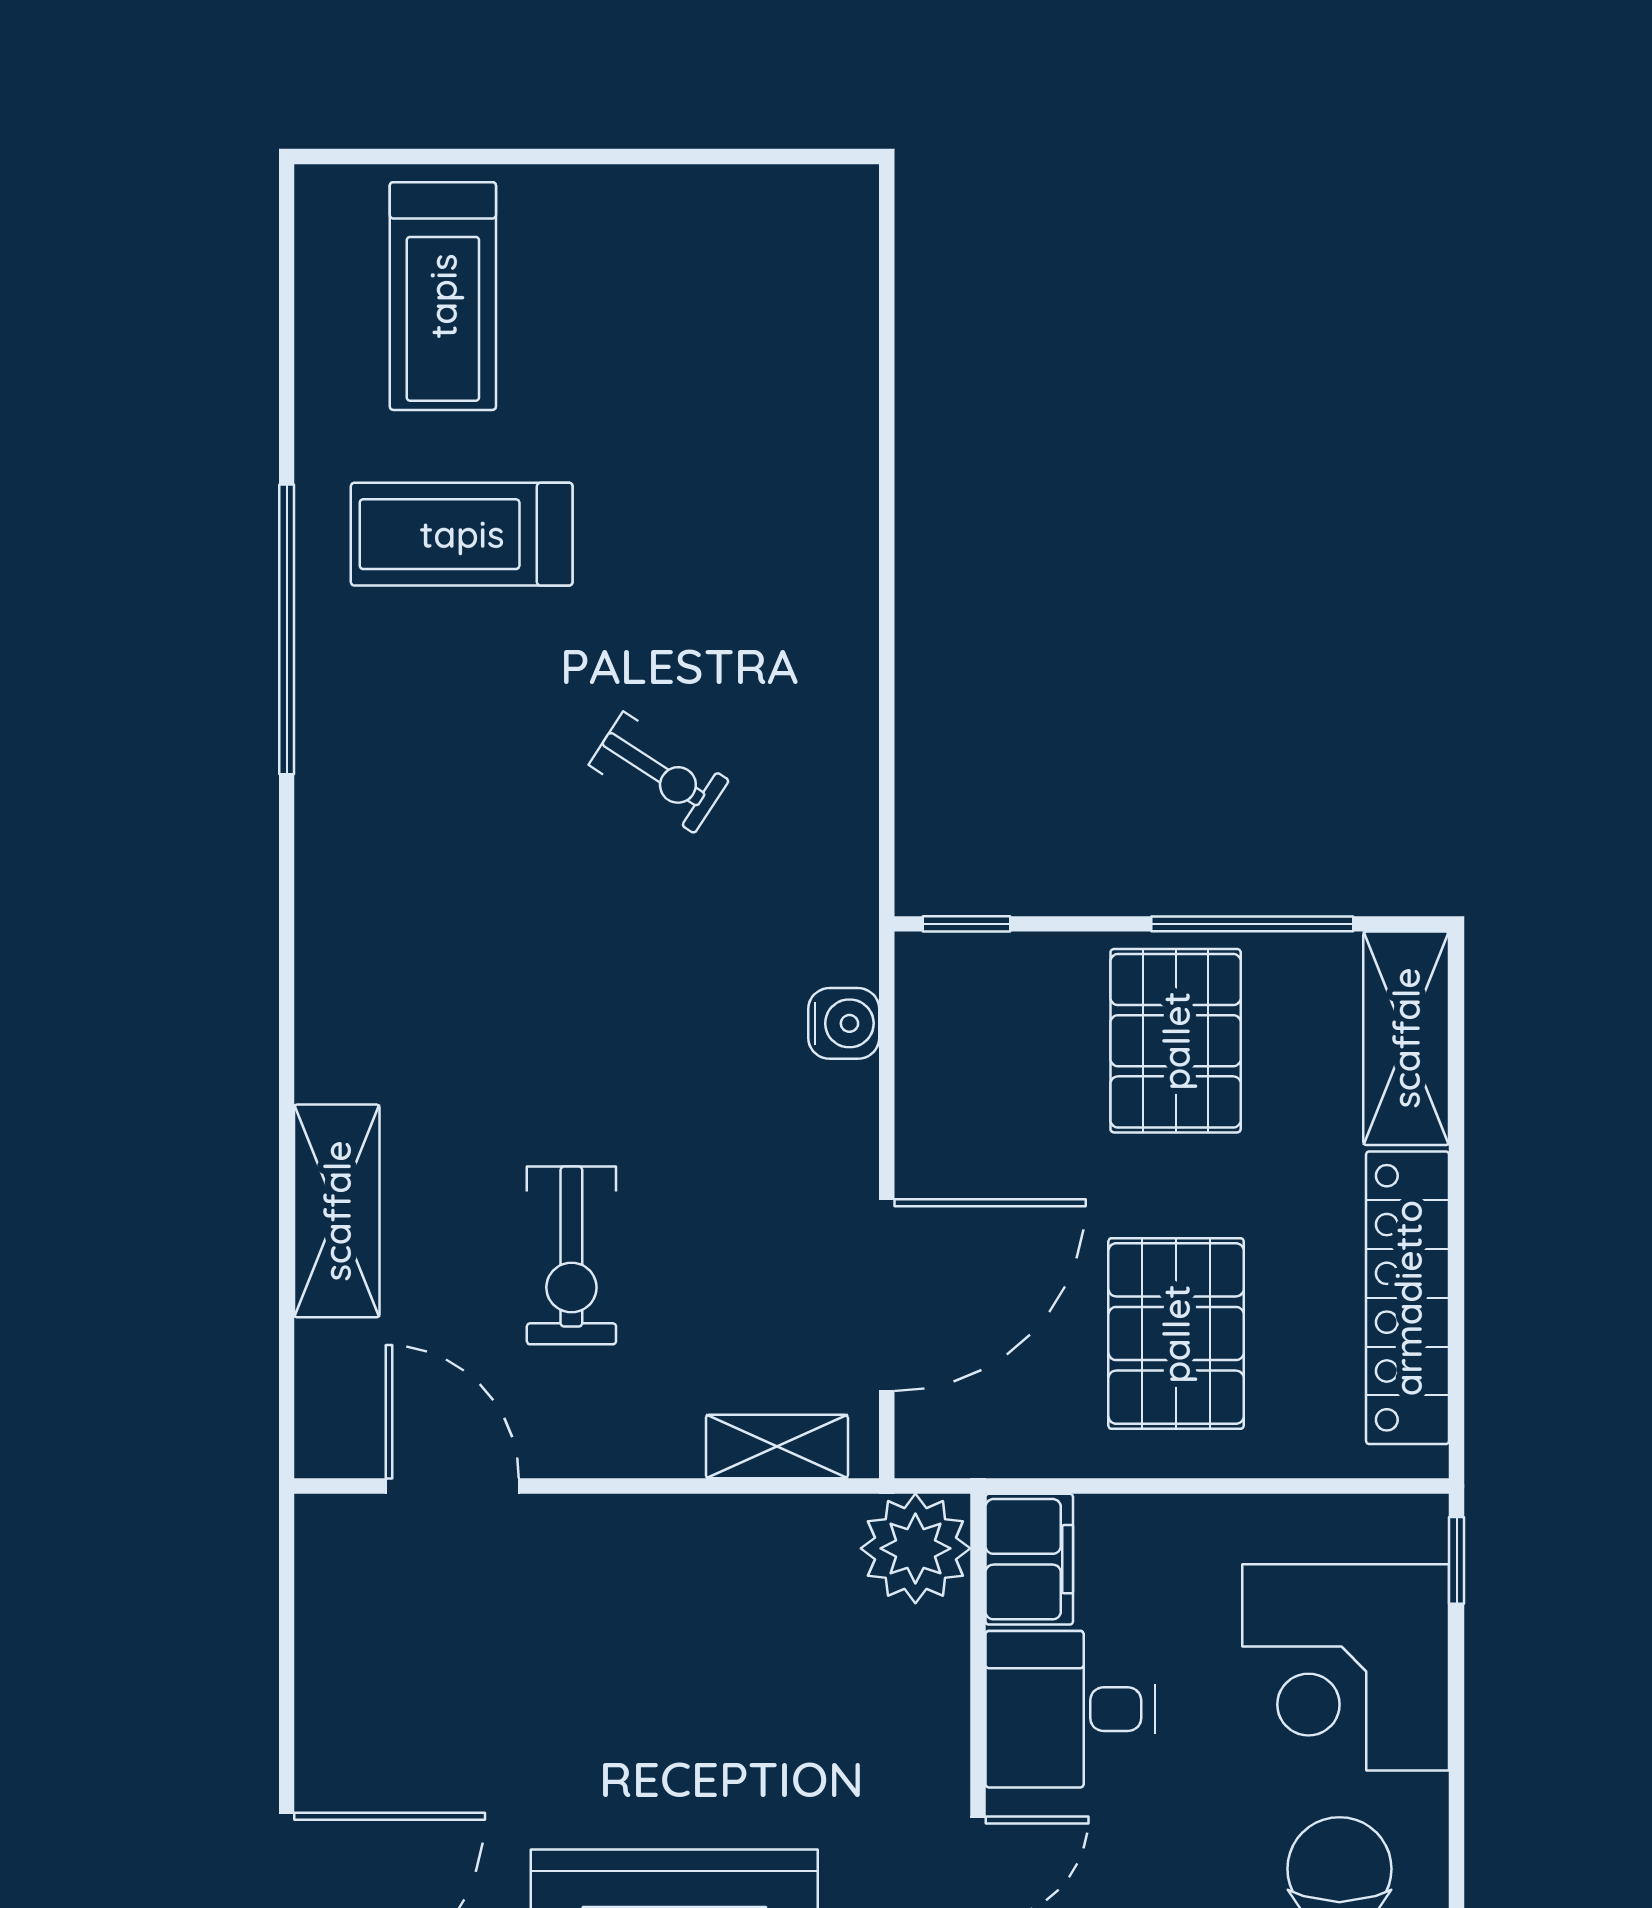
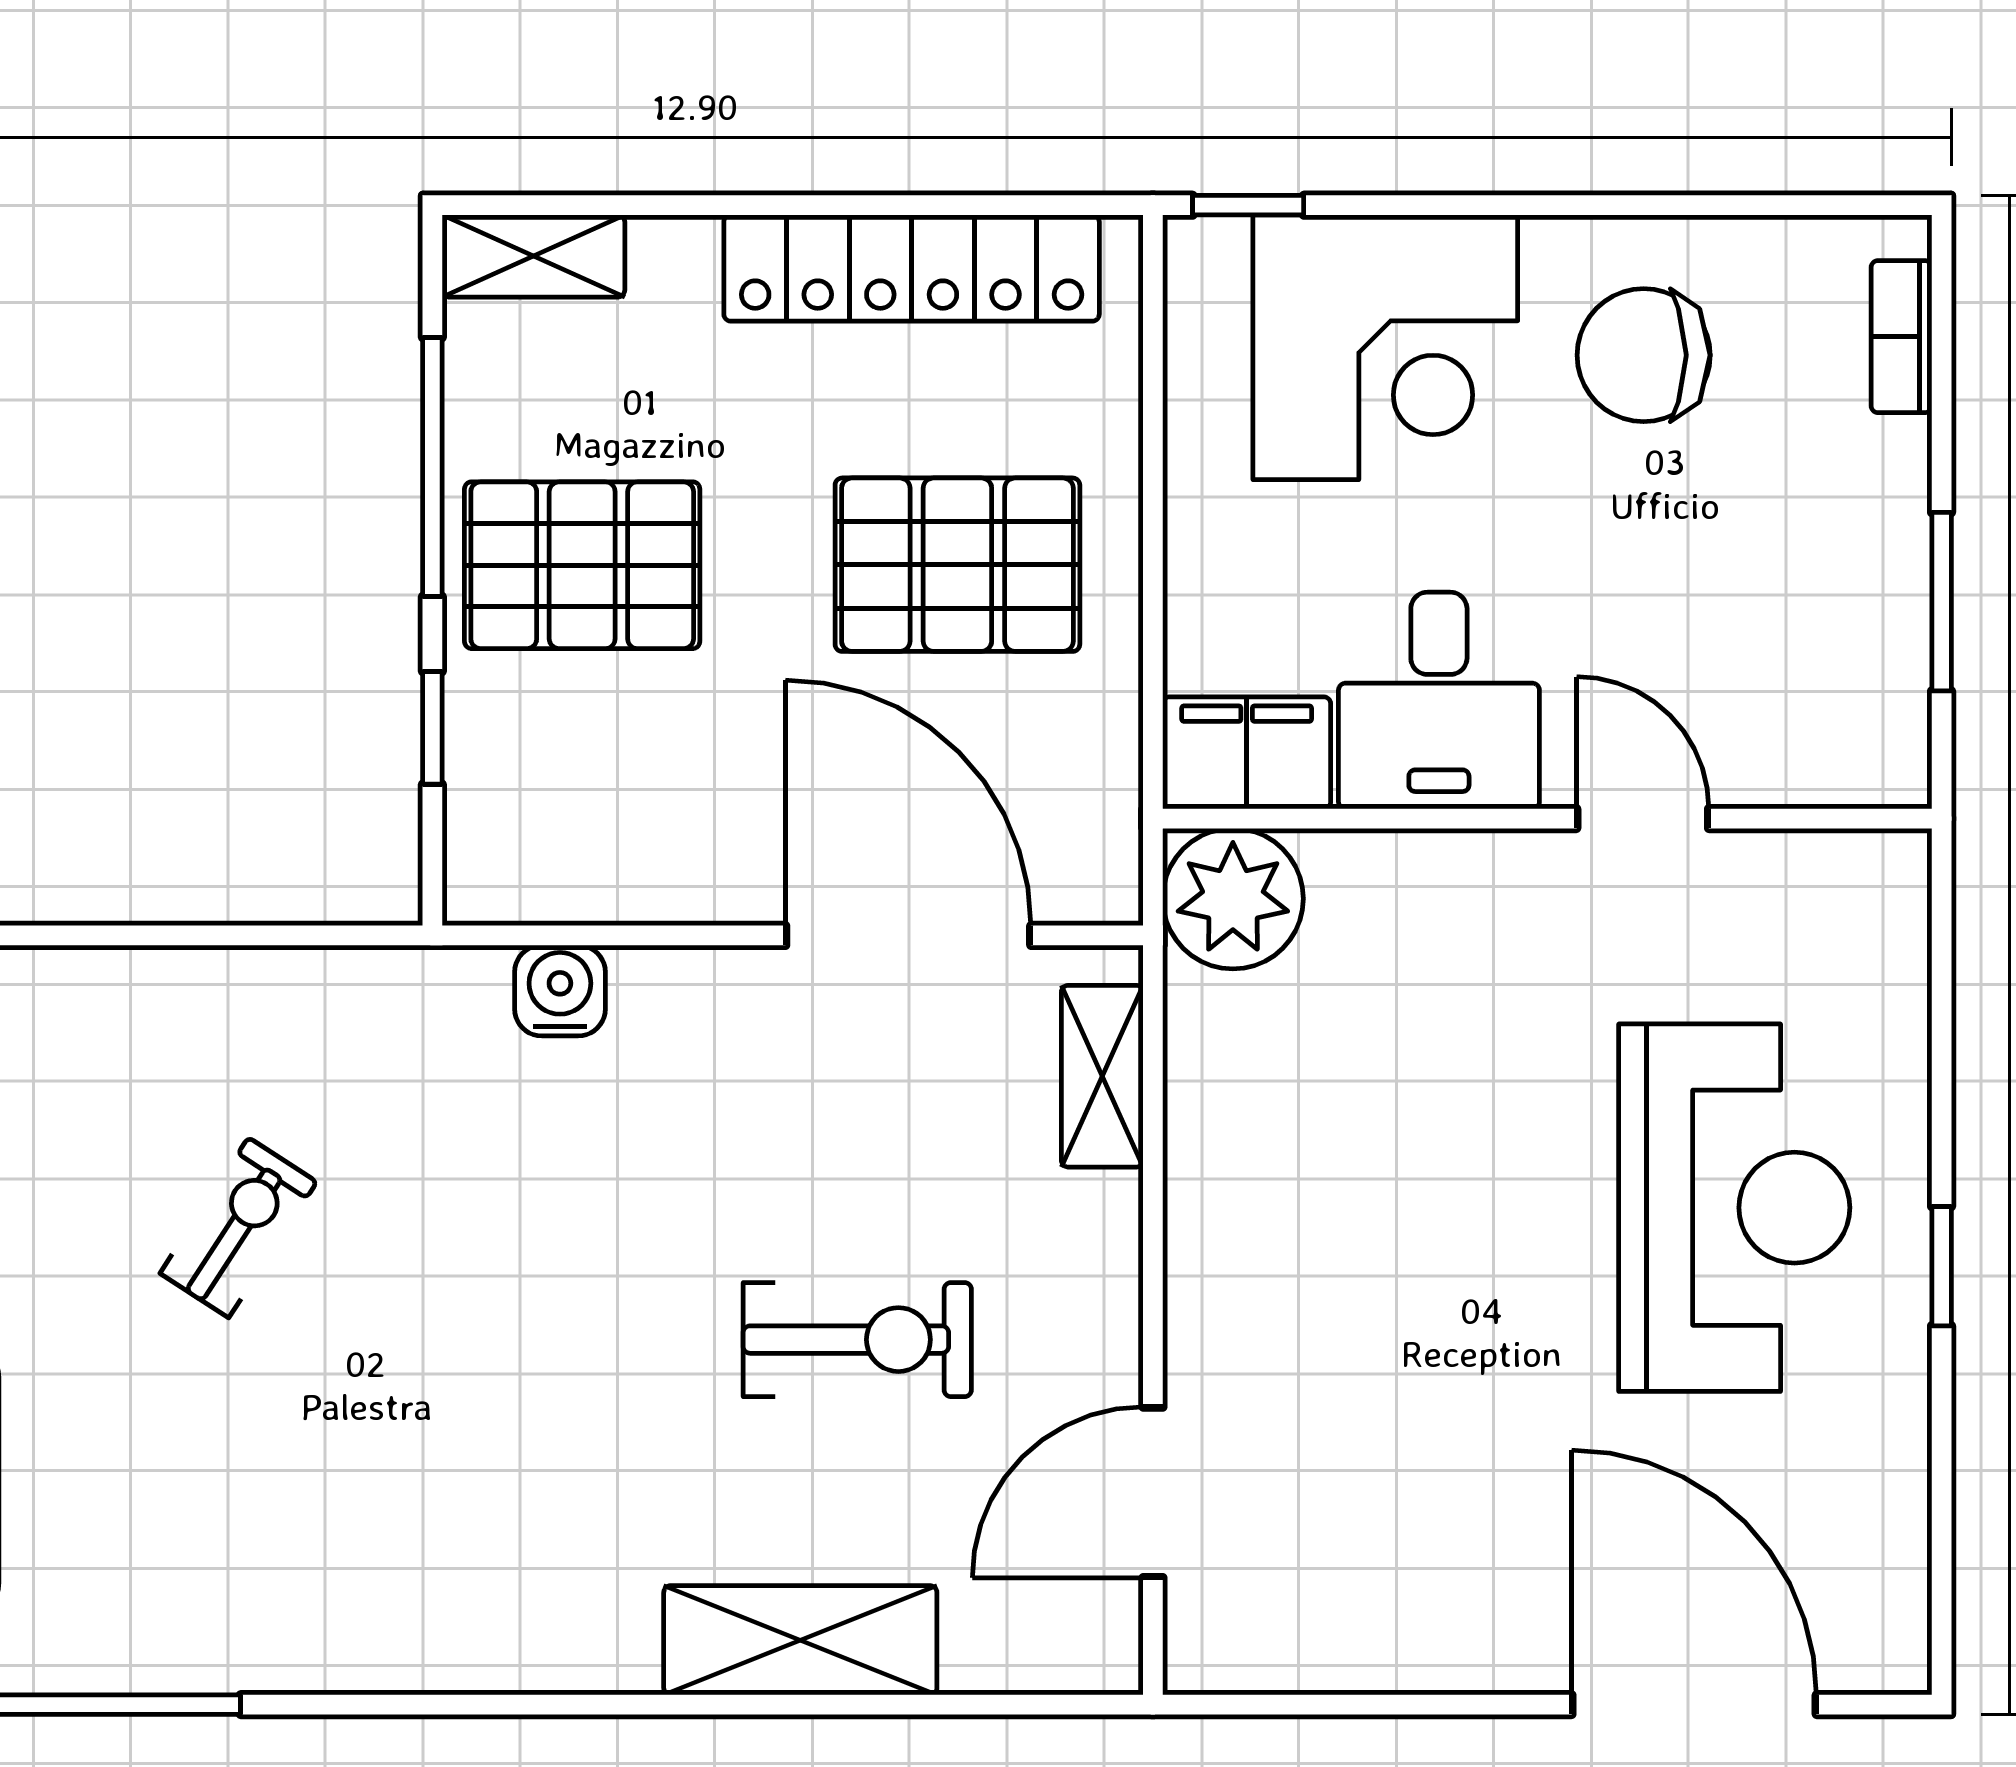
window: (967, 924) -> (432, 728), moved
shelving: (1406, 1038) -> (533, 256), width x0.67, depth x0.75

